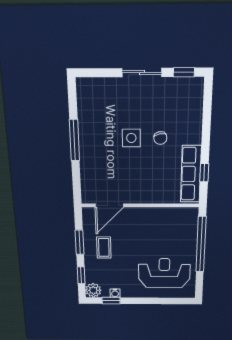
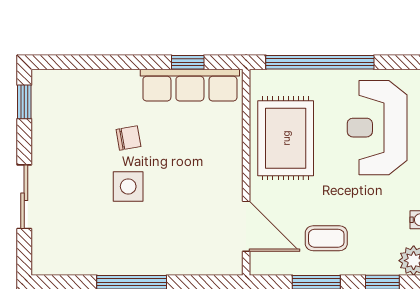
sliding door: (142, 72) -> (24, 197), moved
rug: (159, 227) -> (286, 138), added

